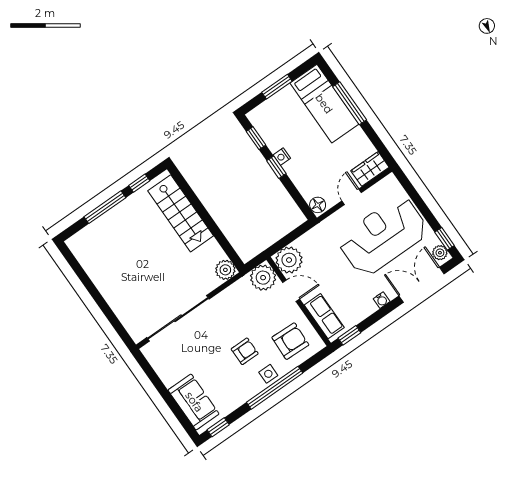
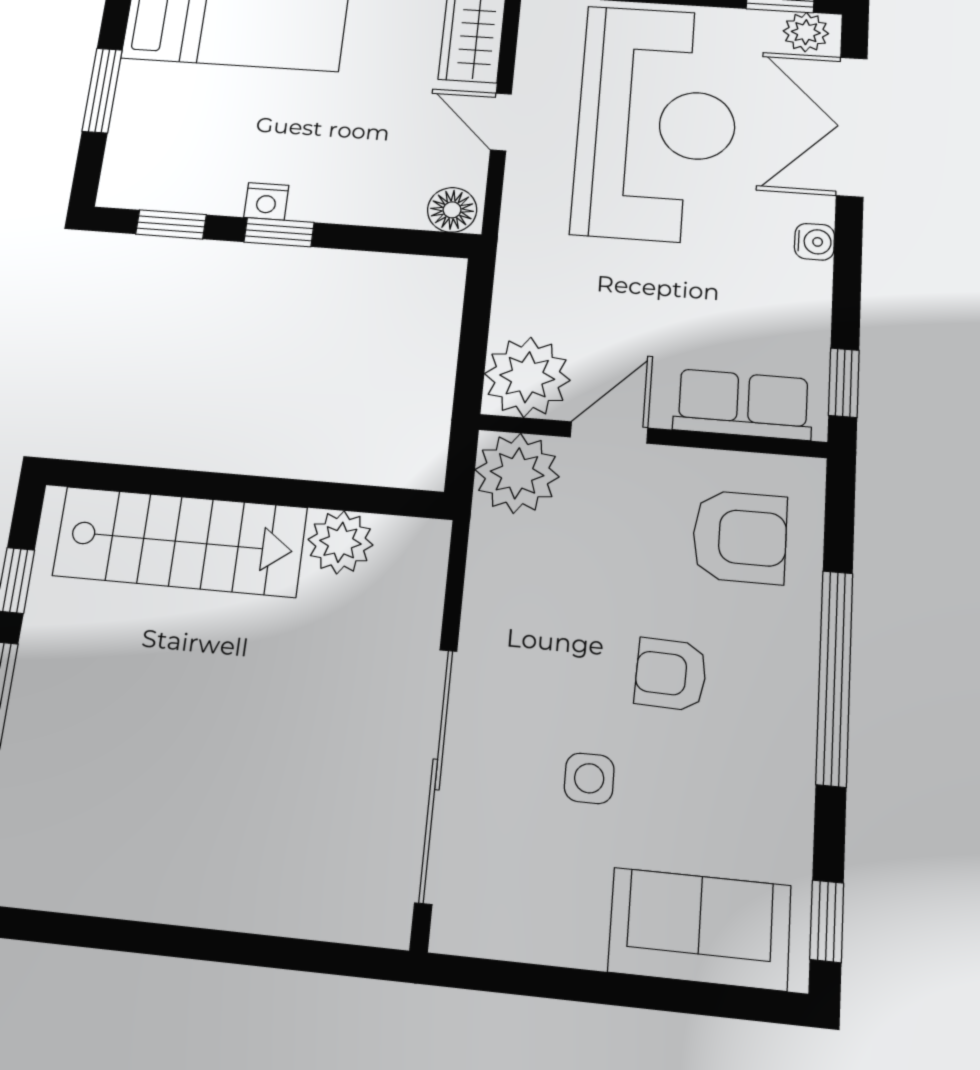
reception desk: (383, 236) -> (656, 123), turned 180
plant: (225, 270) -> (340, 542), moved
armchair: (290, 341) -> (740, 537), turned 88
armchair: (245, 351) -> (671, 674), turned -88
side table: (268, 374) -> (589, 778), moved

